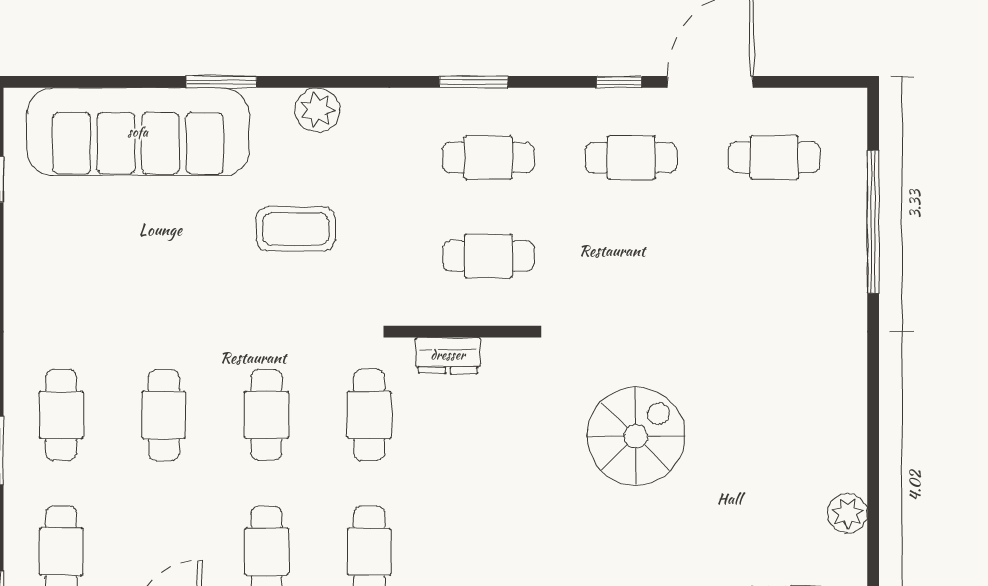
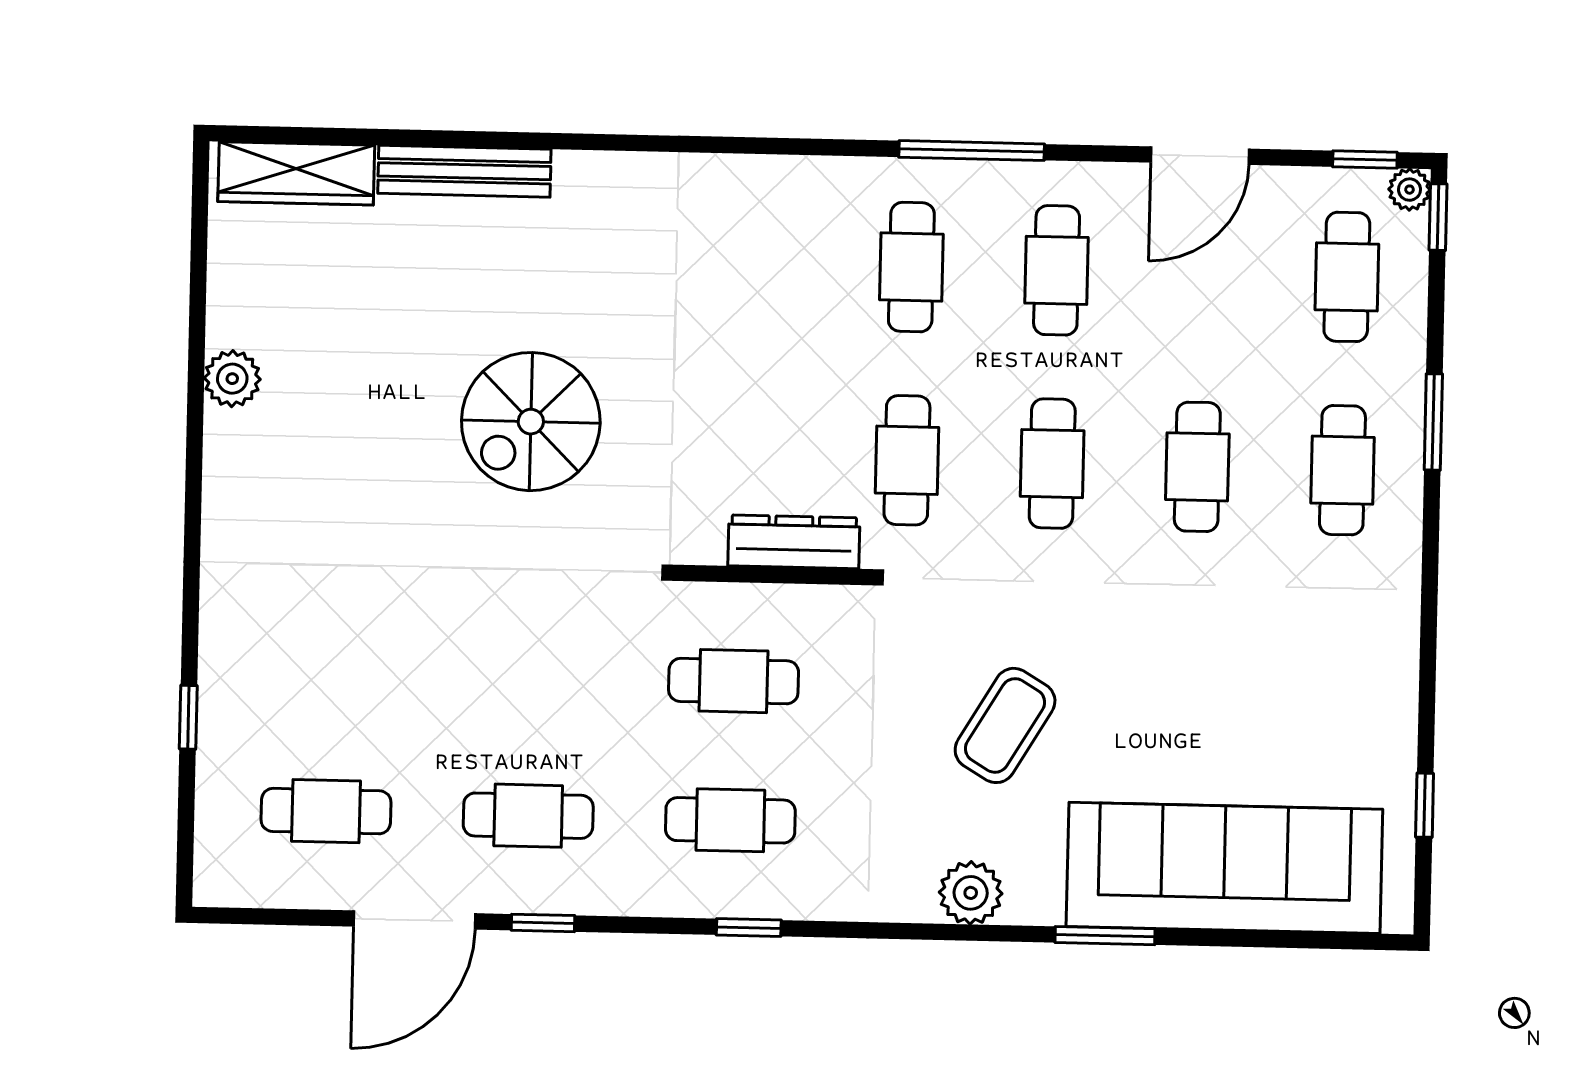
window: (474, 82) -> (749, 928), width x0.67
window: (873, 222) -> (188, 717), width x0.32
coffee table: (296, 229) -> (1005, 725), turned -59
dresser: (448, 355) -> (794, 542), width x1.44
plant: (848, 513) -> (232, 379), moved

